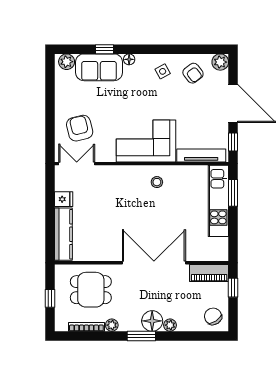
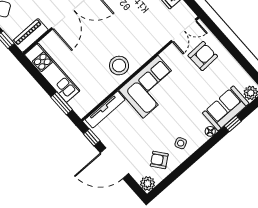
armchair: (80, 128) -> (203, 56), turned -78
stool: (157, 182) -> (119, 66), width x1.89, depth x1.89
kitchen unit: (218, 201) -> (52, 73), moved

